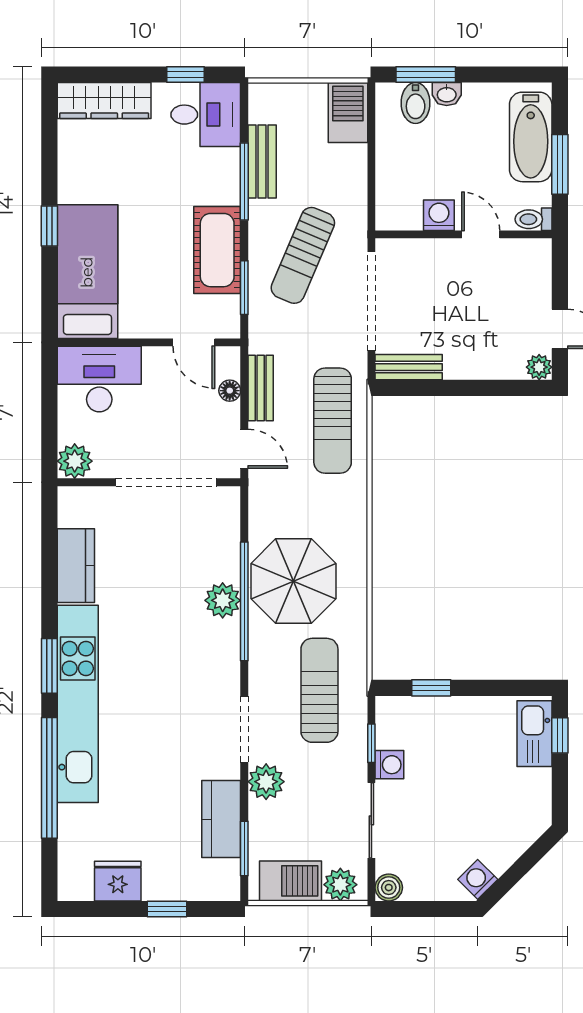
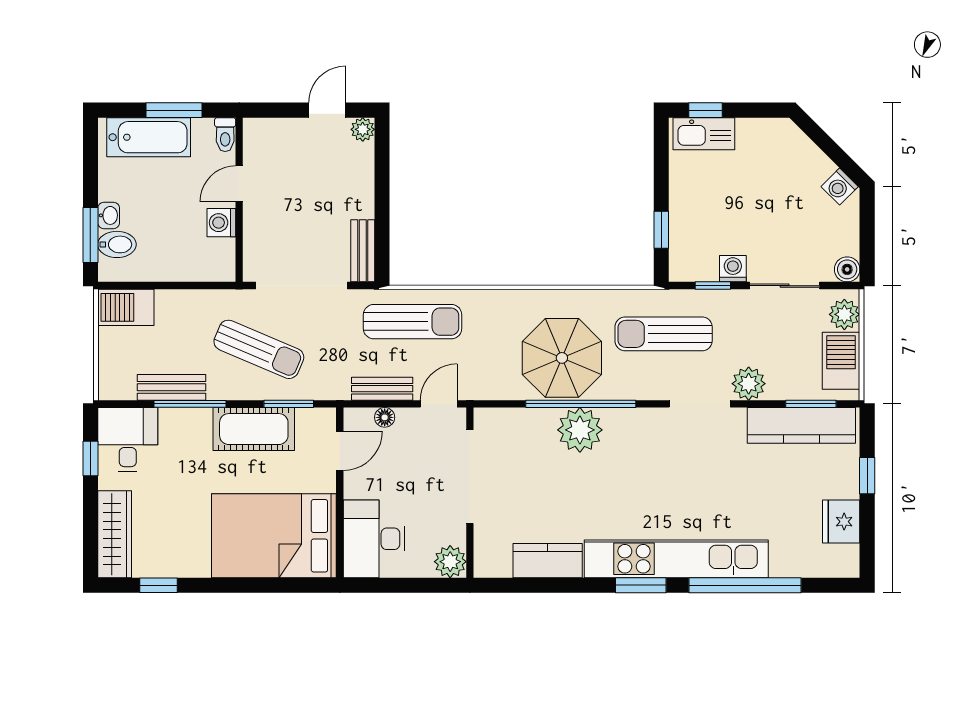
window: (49, 226) -> (158, 585), moved
bed: (87, 272) -> (274, 536), width x1.50
plant: (223, 600) -> (580, 430), width x1.36, depth x1.36
kitchen counter: (221, 819) -> (801, 425), width x1.50

